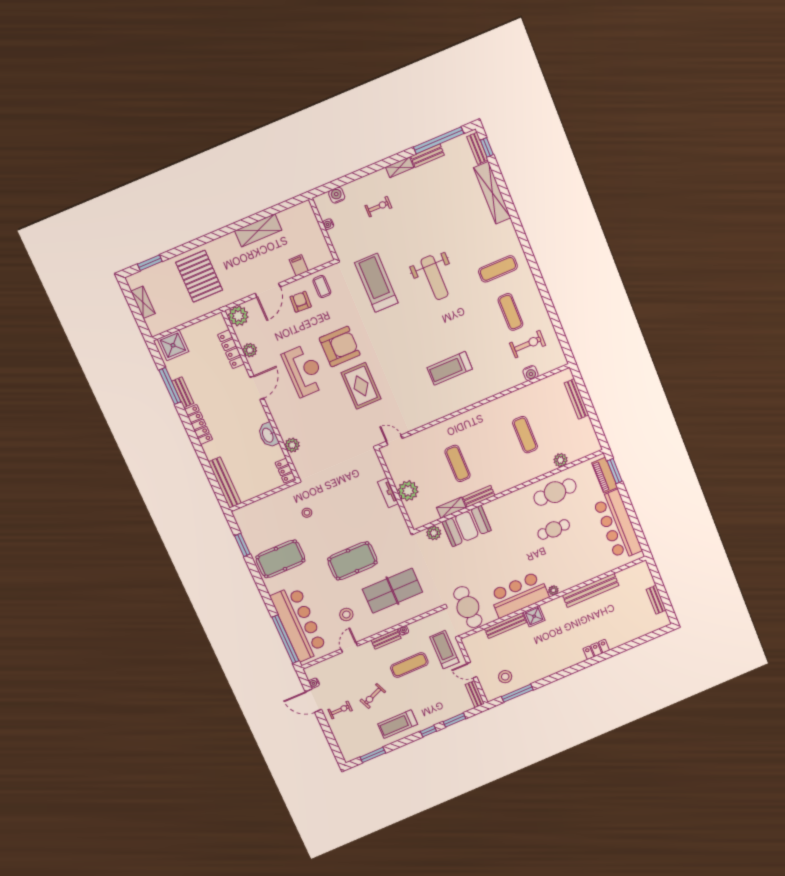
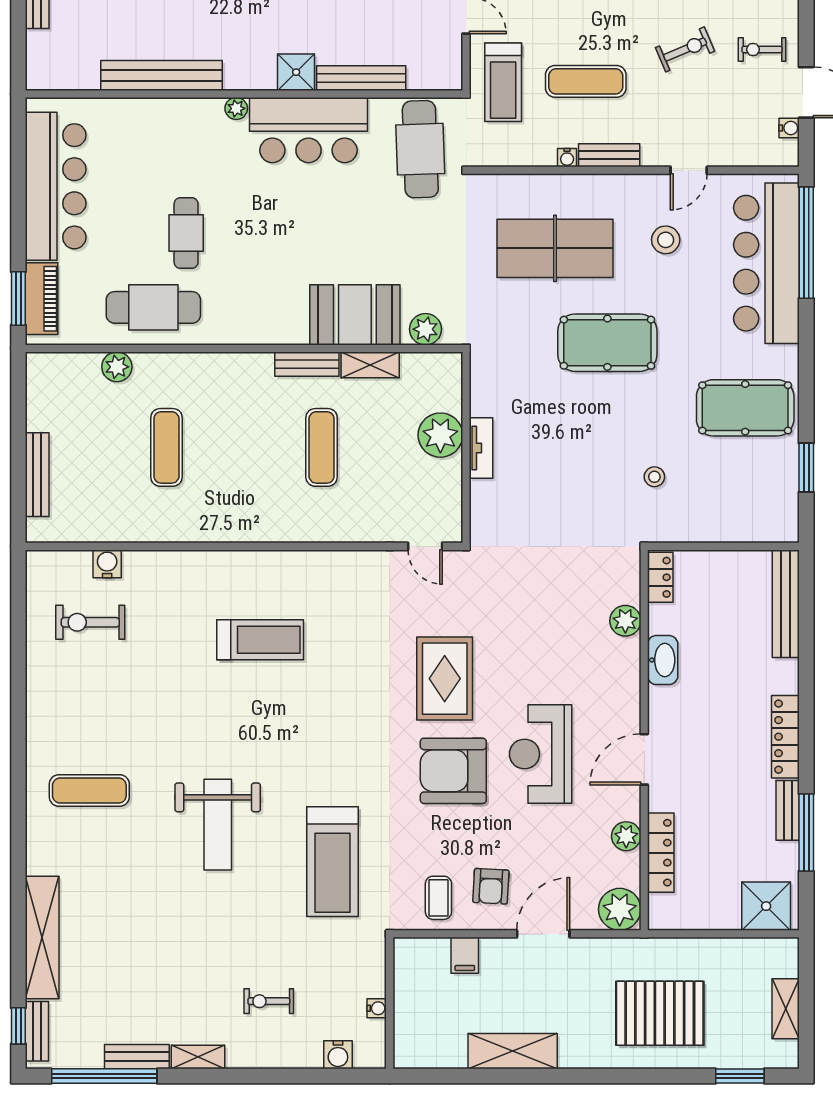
pallet: (199, 276) -> (660, 1013), turned 90
weight bench: (435, 278) -> (218, 825), turned 180
exercise mat: (510, 312) -> (98, 698), removed
cafe table: (554, 529) -> (186, 233), turned 90

